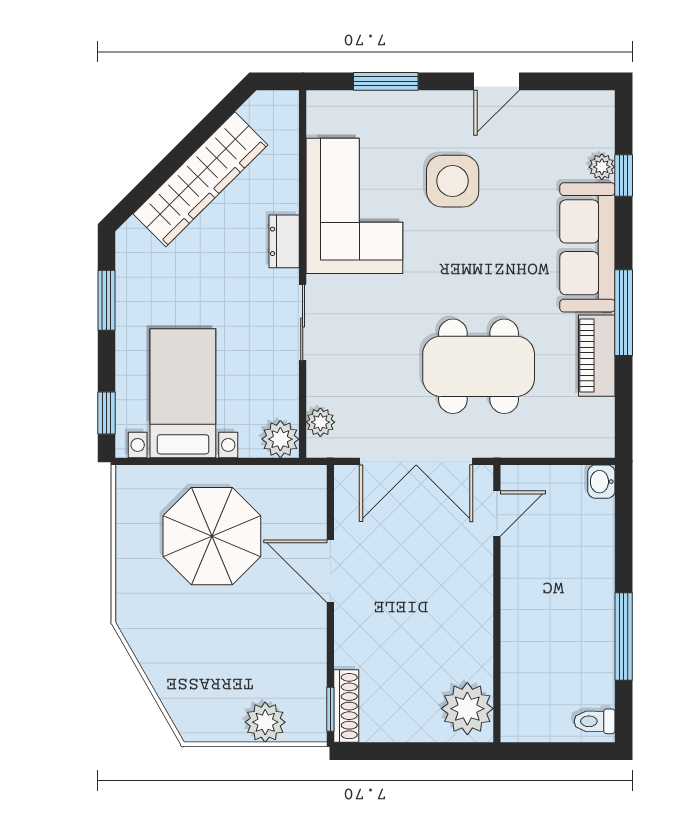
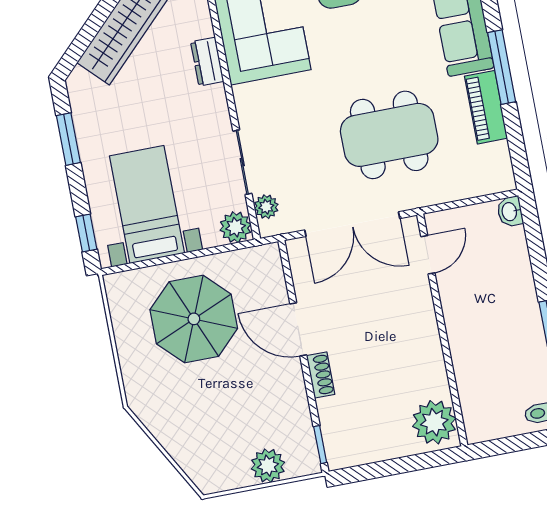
sliding door: (303, 323) -> (242, 162), moved
shoe rack: (346, 706) -> (321, 375), moved, width x0.70

